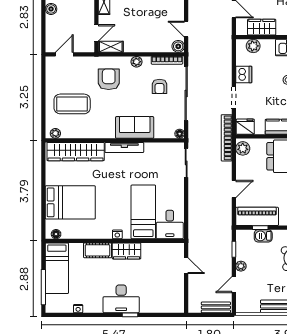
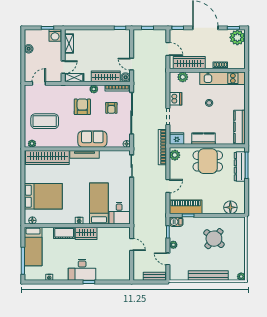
wardrobe: (262, 27) -> (189, 63), width x1.50
wardrobe: (152, 45) -> (106, 76), added
armchair: (109, 79) -> (82, 107), moved
barbecue: (263, 236) -> (176, 222), moved
door: (234, 285) -> (168, 259), hinge flipped

